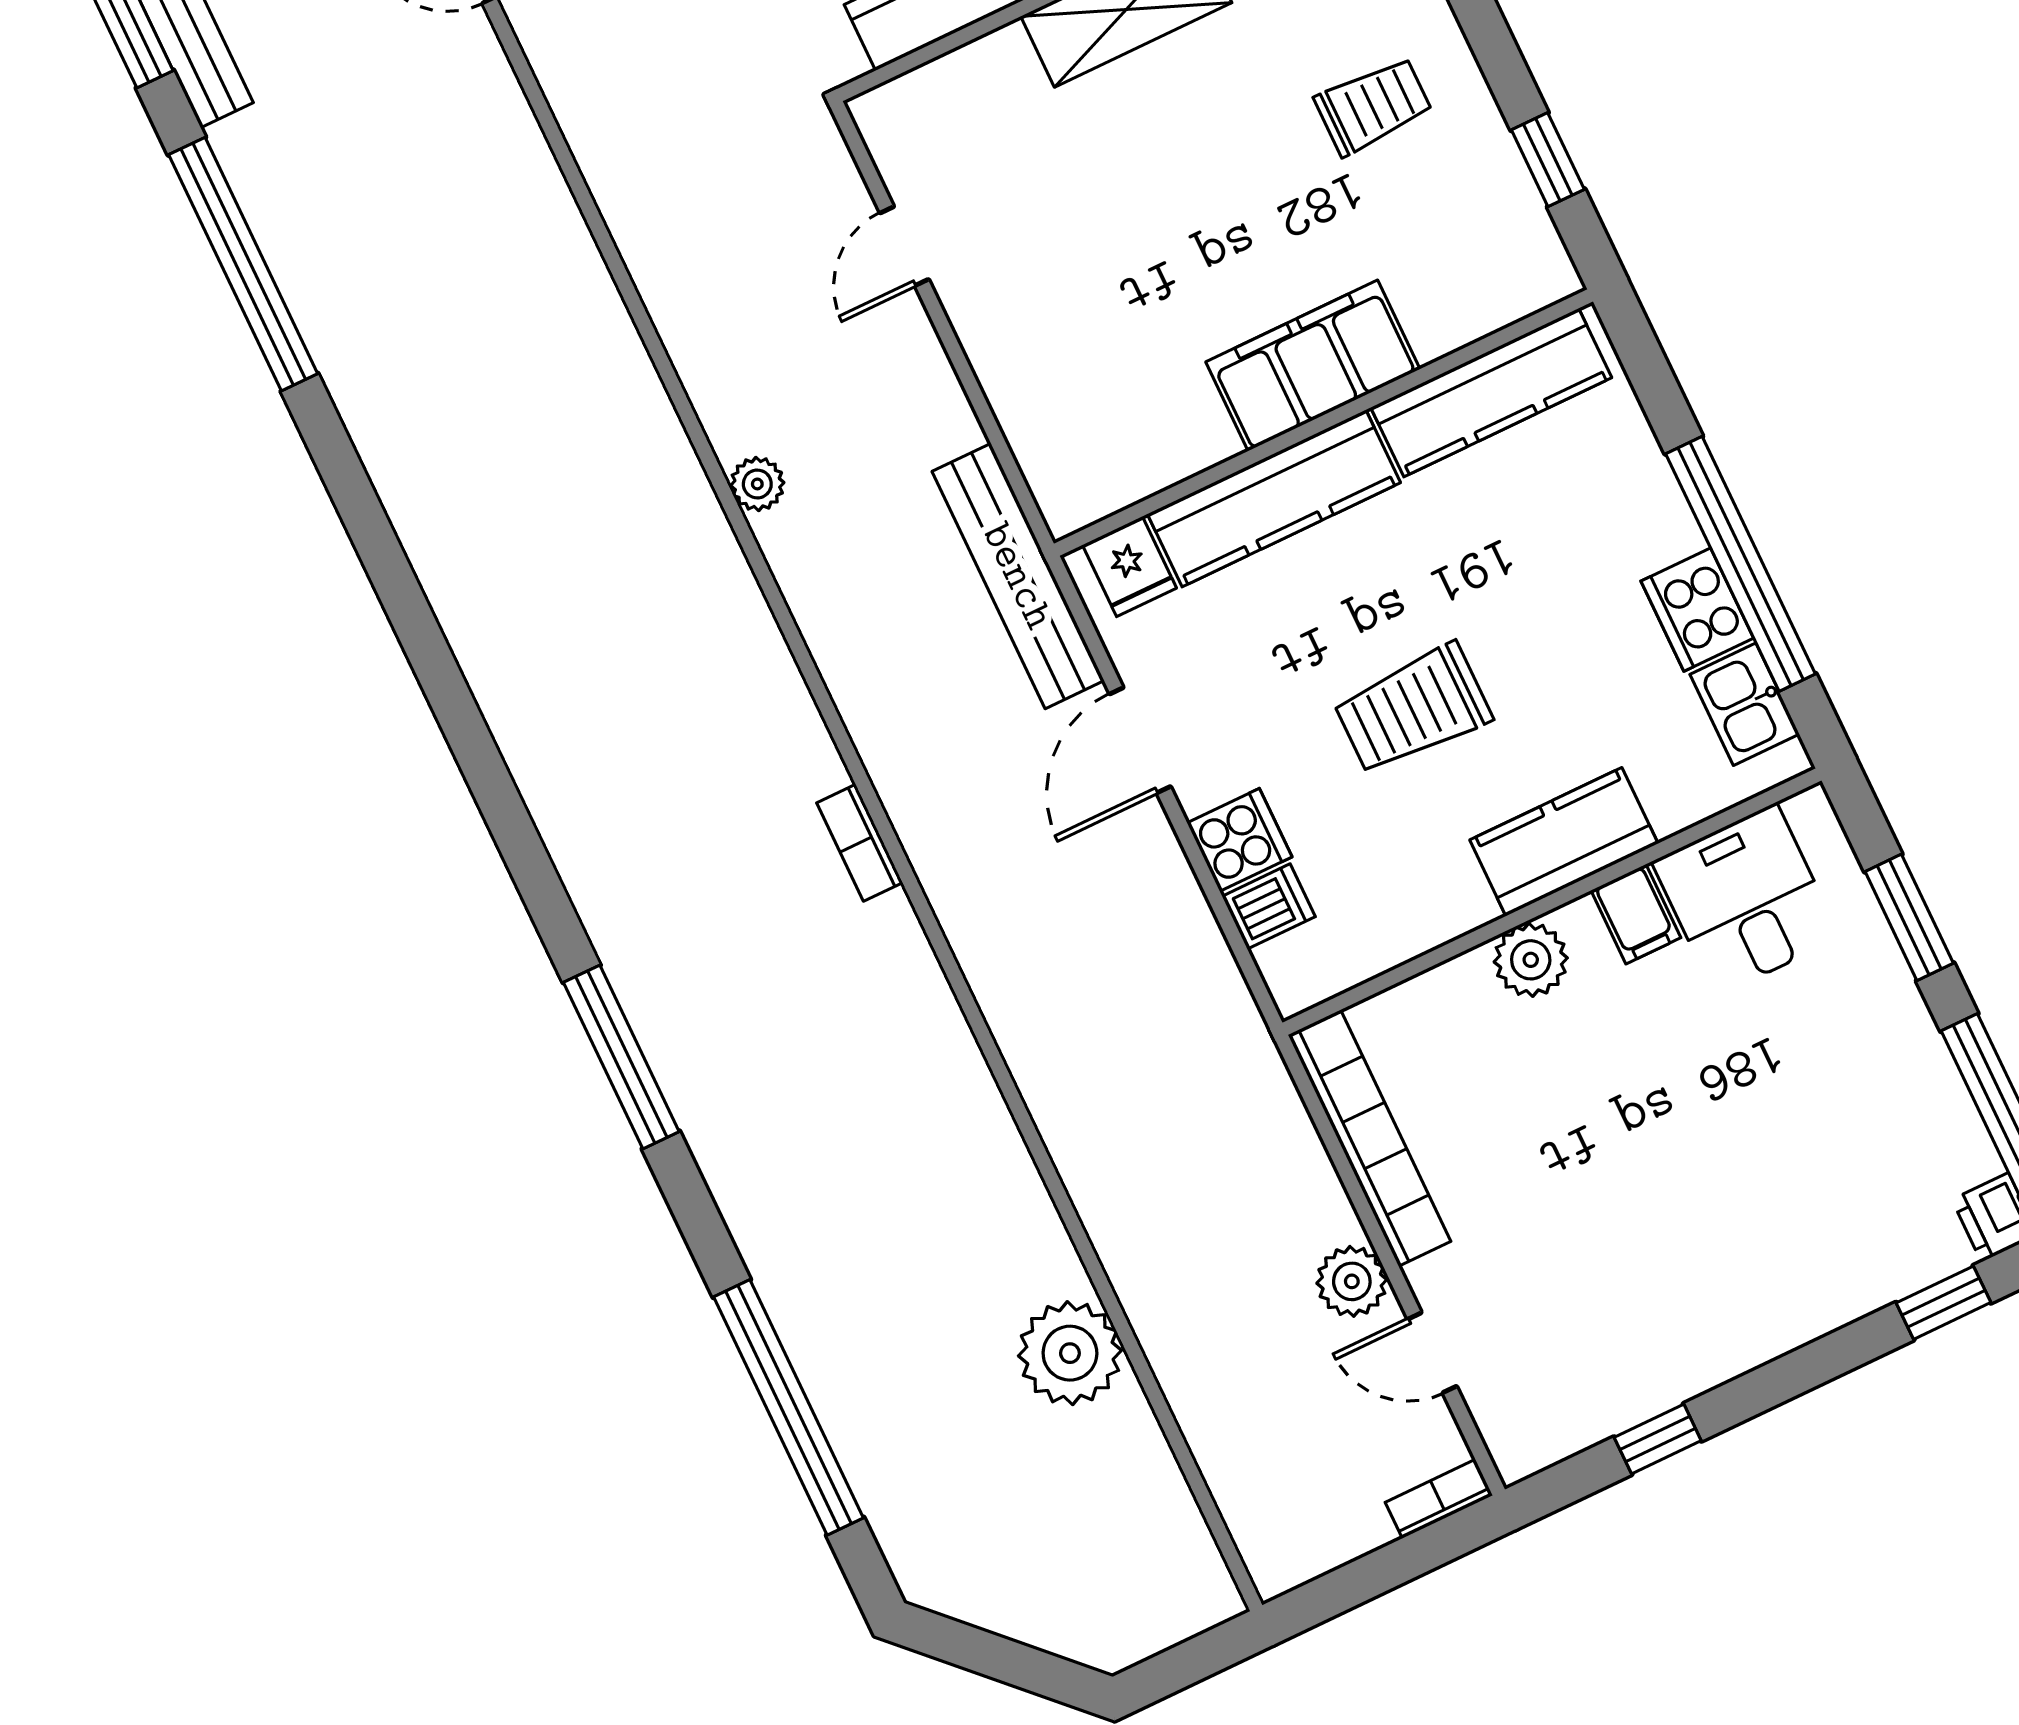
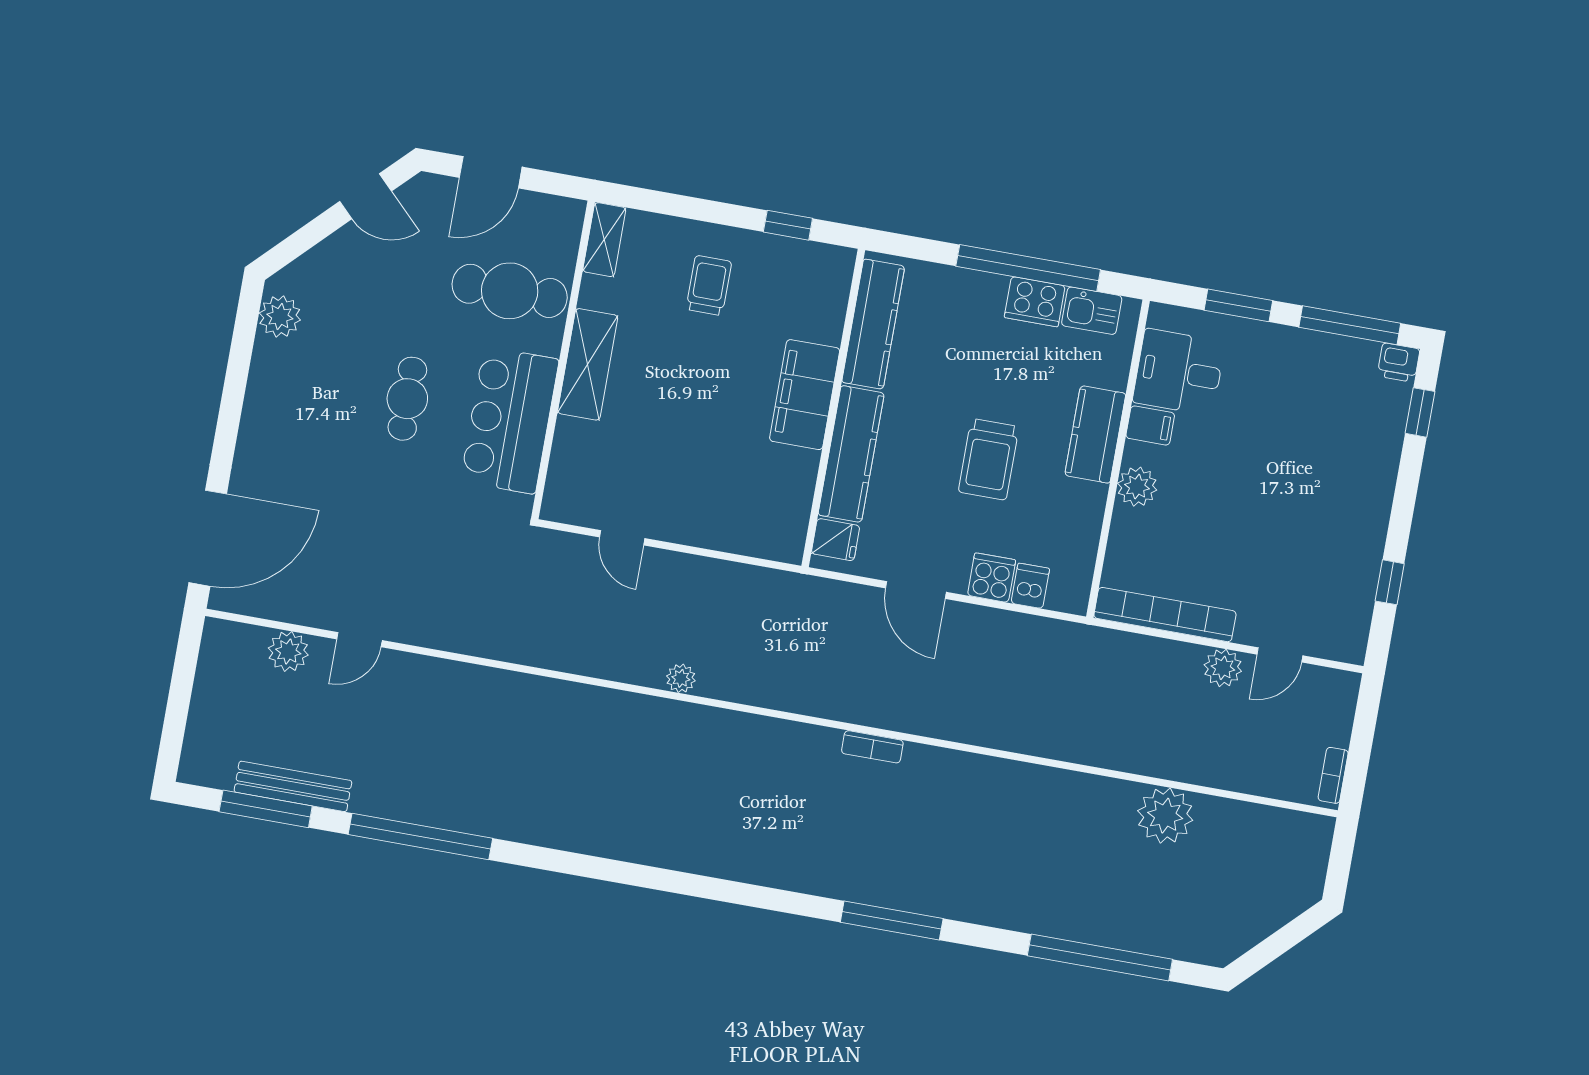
bench: (1018, 576) -> (804, 592), removed
bookcase: (1439, 1499) -> (1333, 775), moved

